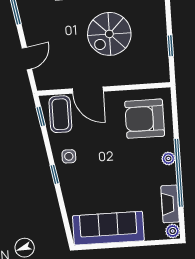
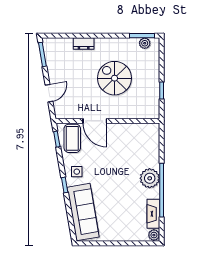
spiral stairs: (109, 34) -> (114, 78), turned 90
armchair: (145, 119) -> (138, 146), removed
plant: (168, 158) -> (150, 178), width x1.88, depth x1.88
sofa: (108, 228) -> (83, 212), moved, turned 80

